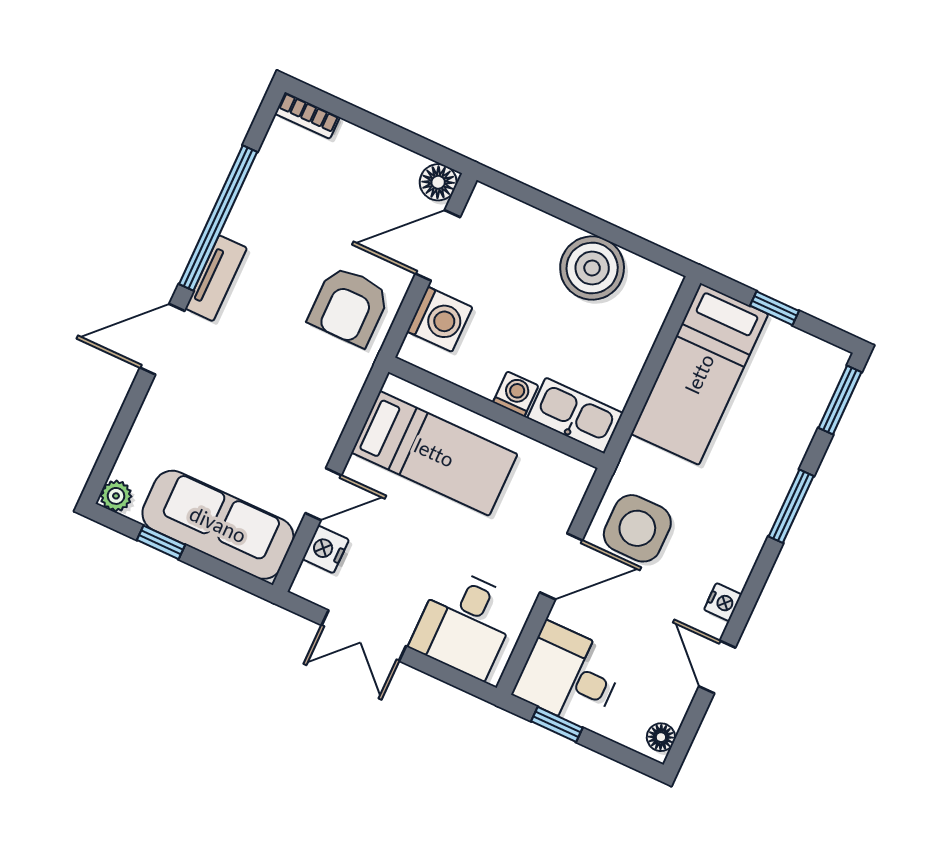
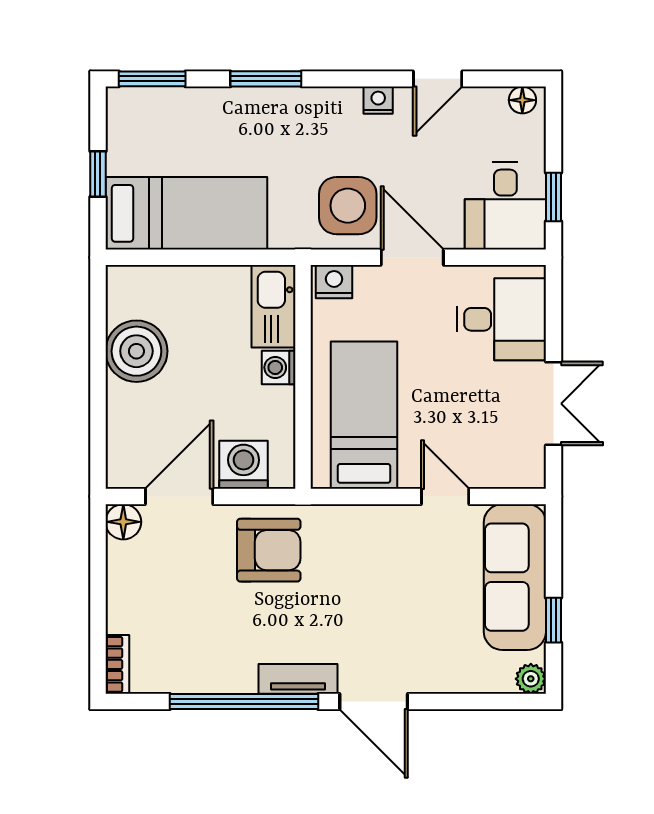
door: (438, 245) -> (179, 496), swing flipped
nightstand: (326, 549) -> (334, 282), moved, turned 180

